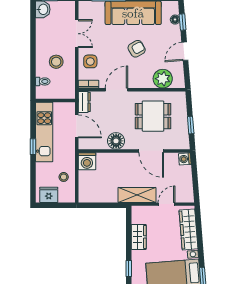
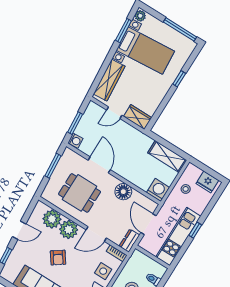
floor lamp: (175, 20) -> (11, 262), removed
armchair: (137, 49) -> (58, 258), turned -95
plant: (143, 79) -> (69, 229), added
window: (191, 125) -> (53, 166), width x1.50
window: (195, 174) -> (75, 123), added
shelving: (137, 195) -> (167, 156), moved
wardrobe: (139, 237) -> (138, 117), moved, turned 90

